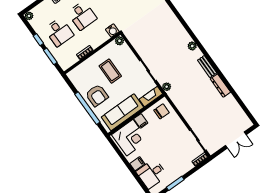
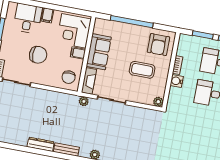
water cooler: (112, 31) -> (177, 81), moved
armchair: (97, 95) -> (158, 45), moved, turned -90
sofa: (122, 112) -> (99, 52), width x0.73
chair: (167, 144) -> (38, 55), added

